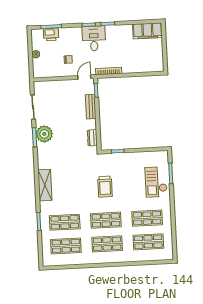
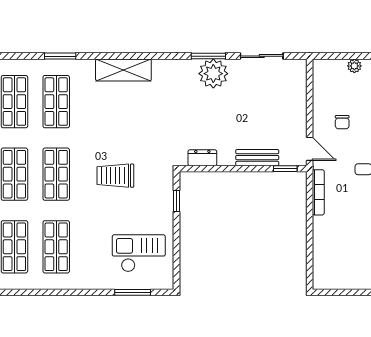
checkout: (156, 182) -> (139, 253), moved

